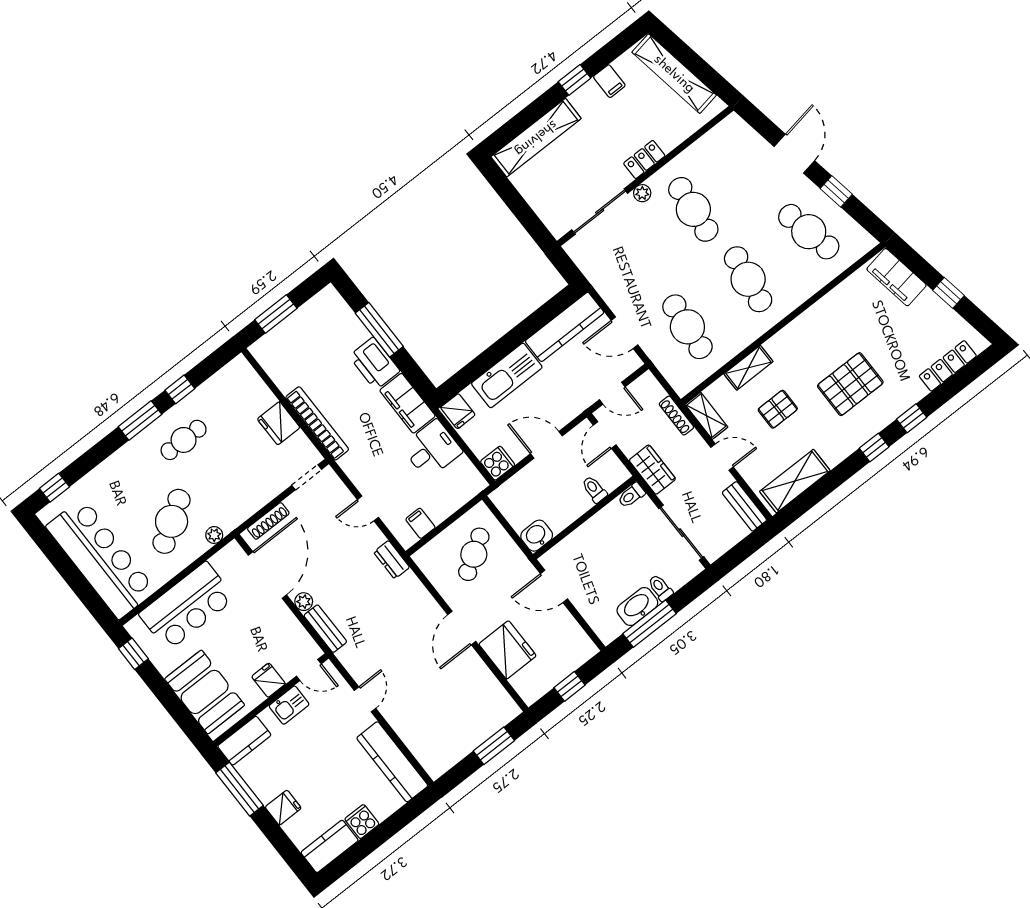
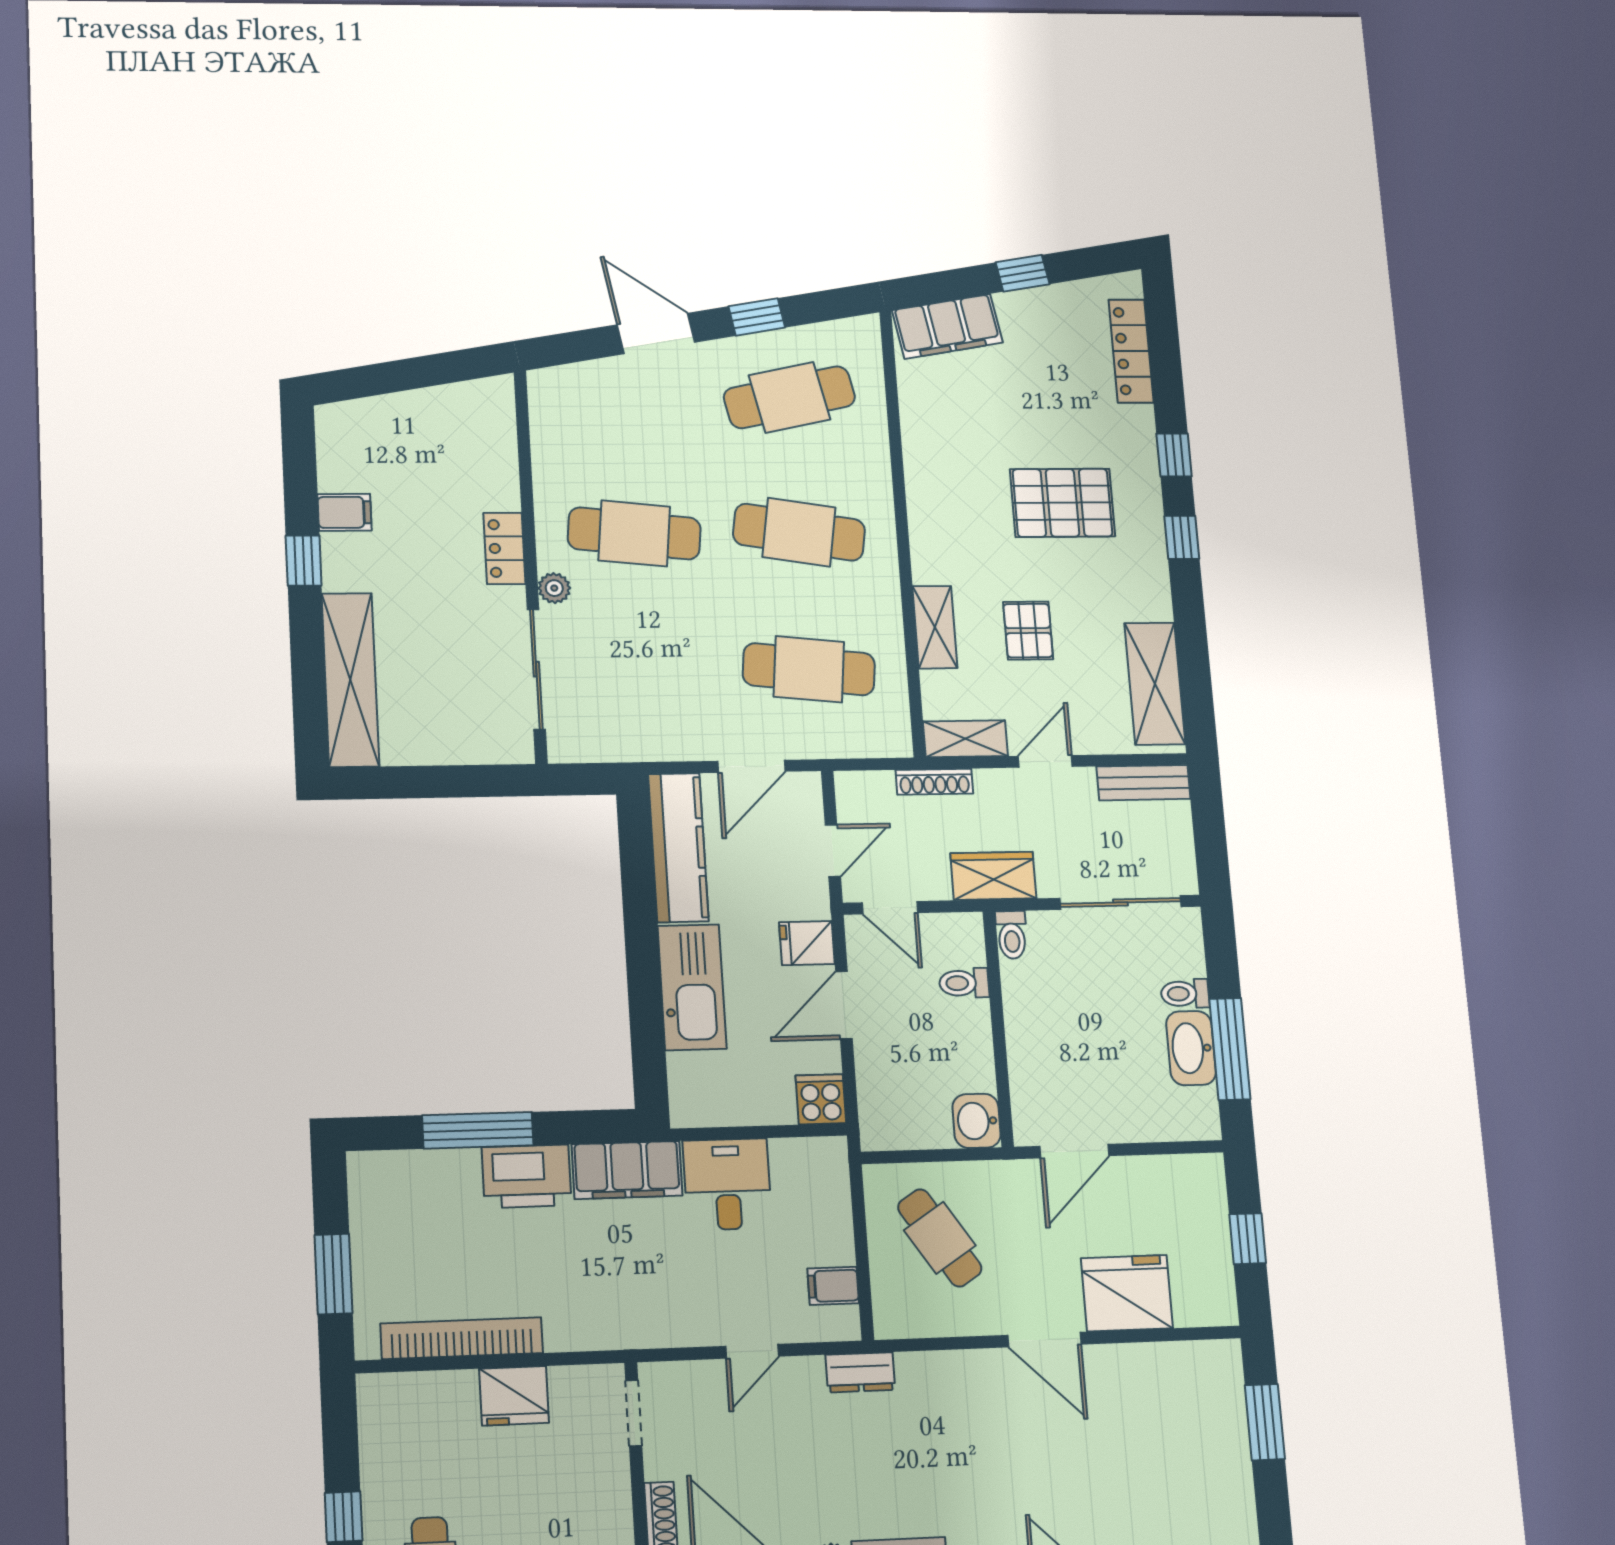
shelving: (674, 74) -> (405, 413), removed
pallet: (850, 384) -> (1063, 503), turned 90
fridge: (458, 411) -> (807, 943), moved, turned 180
bookcase: (317, 423) -> (462, 1338), moved

